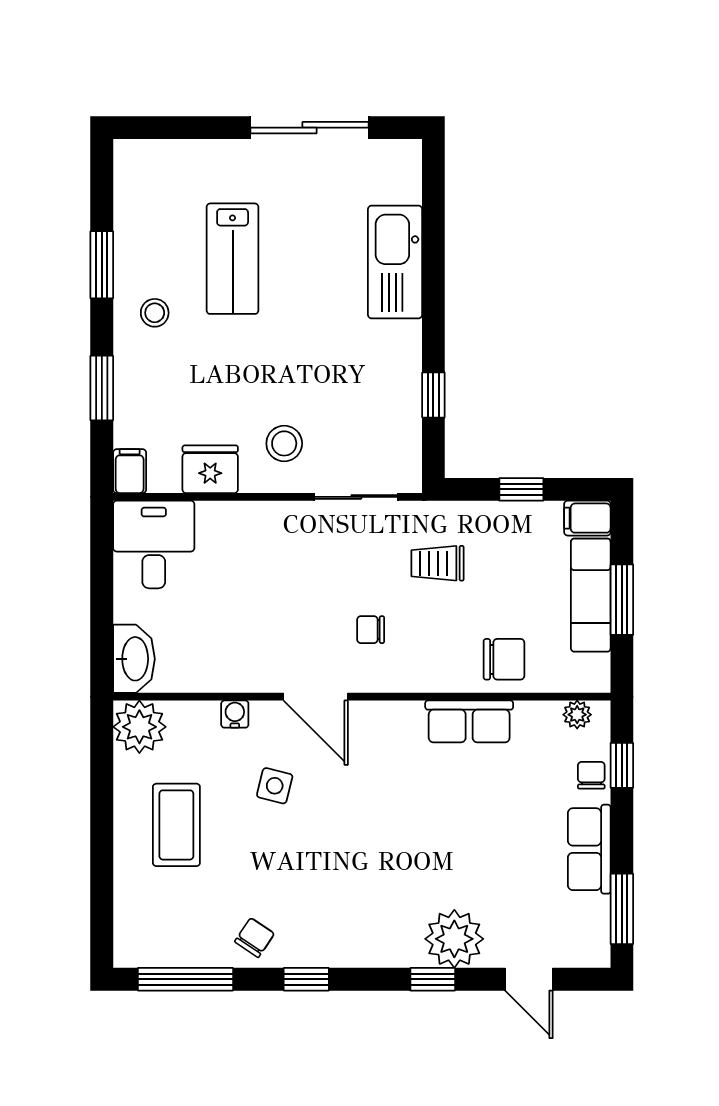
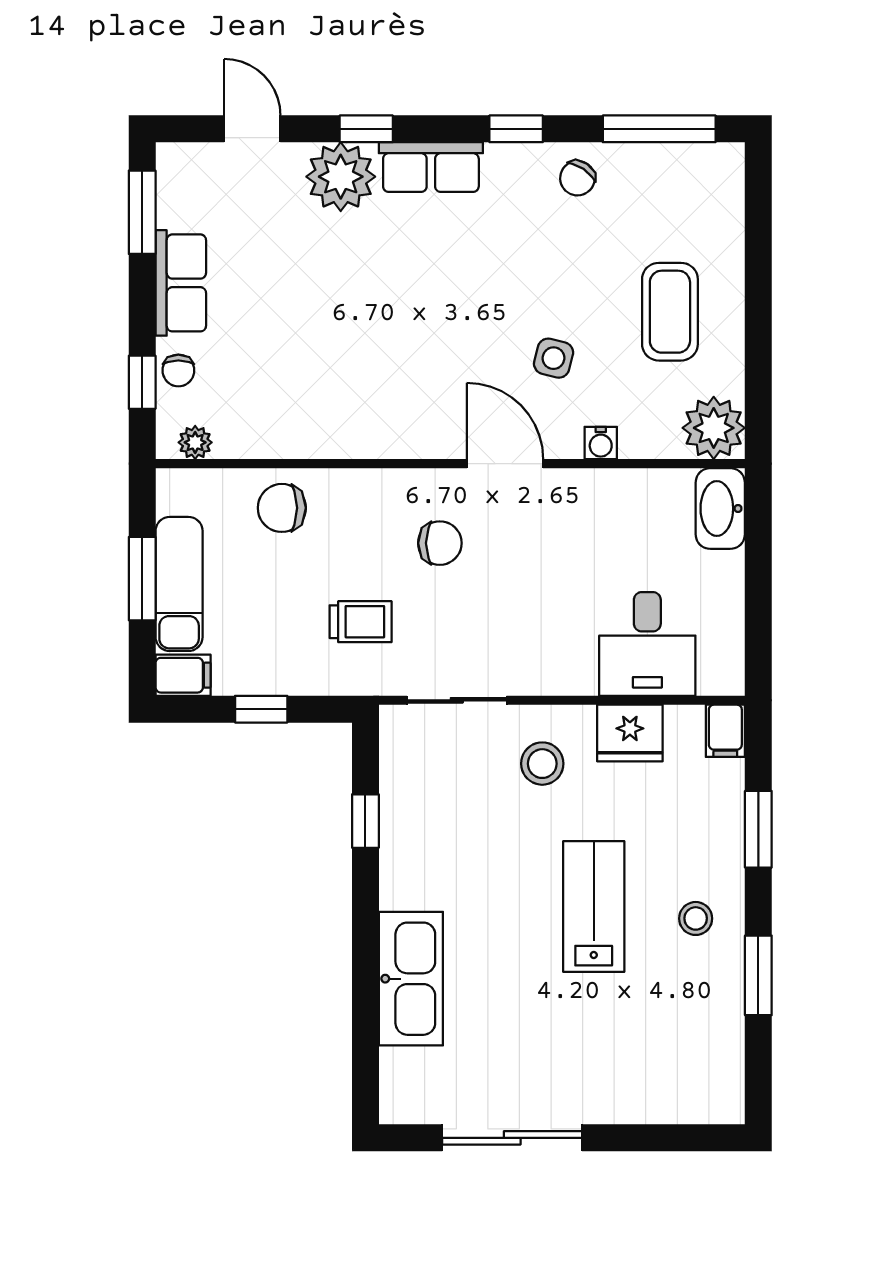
lab bench: (233, 259) -> (594, 907), moved
desk: (154, 545) -> (647, 644), moved
chair: (371, 630) -> (440, 543), width x1.37, depth x1.37
row of seats: (469, 721) -> (431, 167), moved, turned 180

